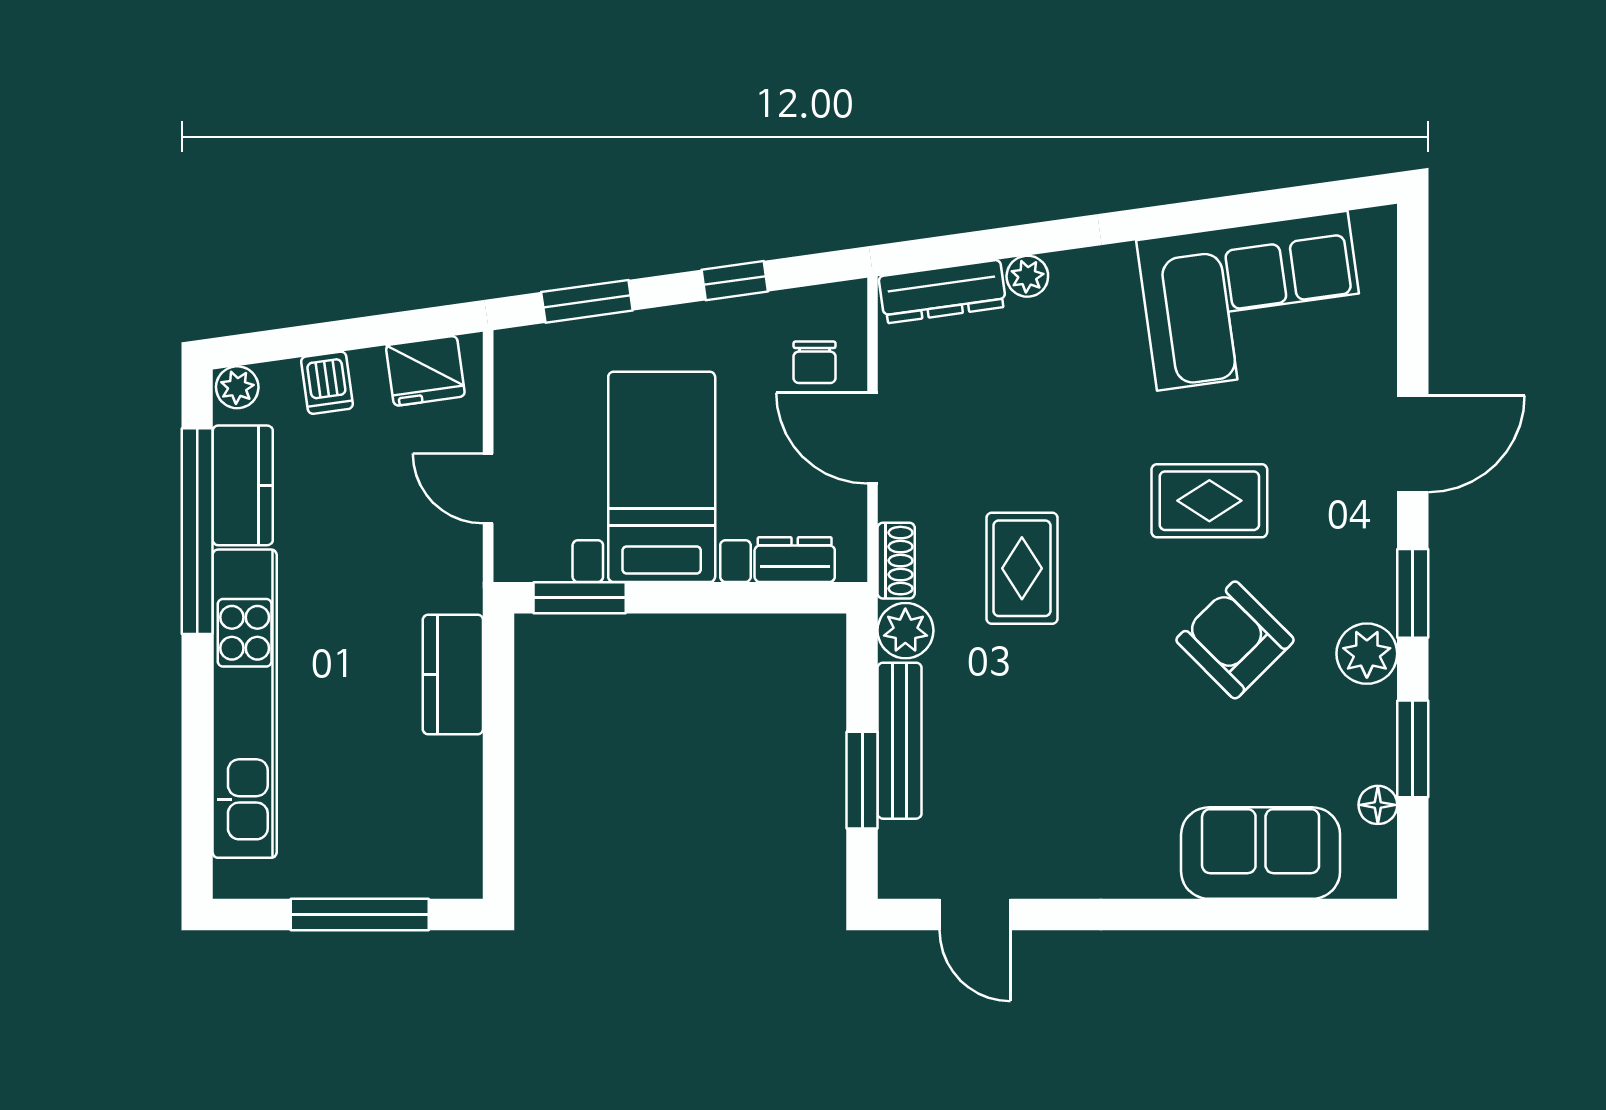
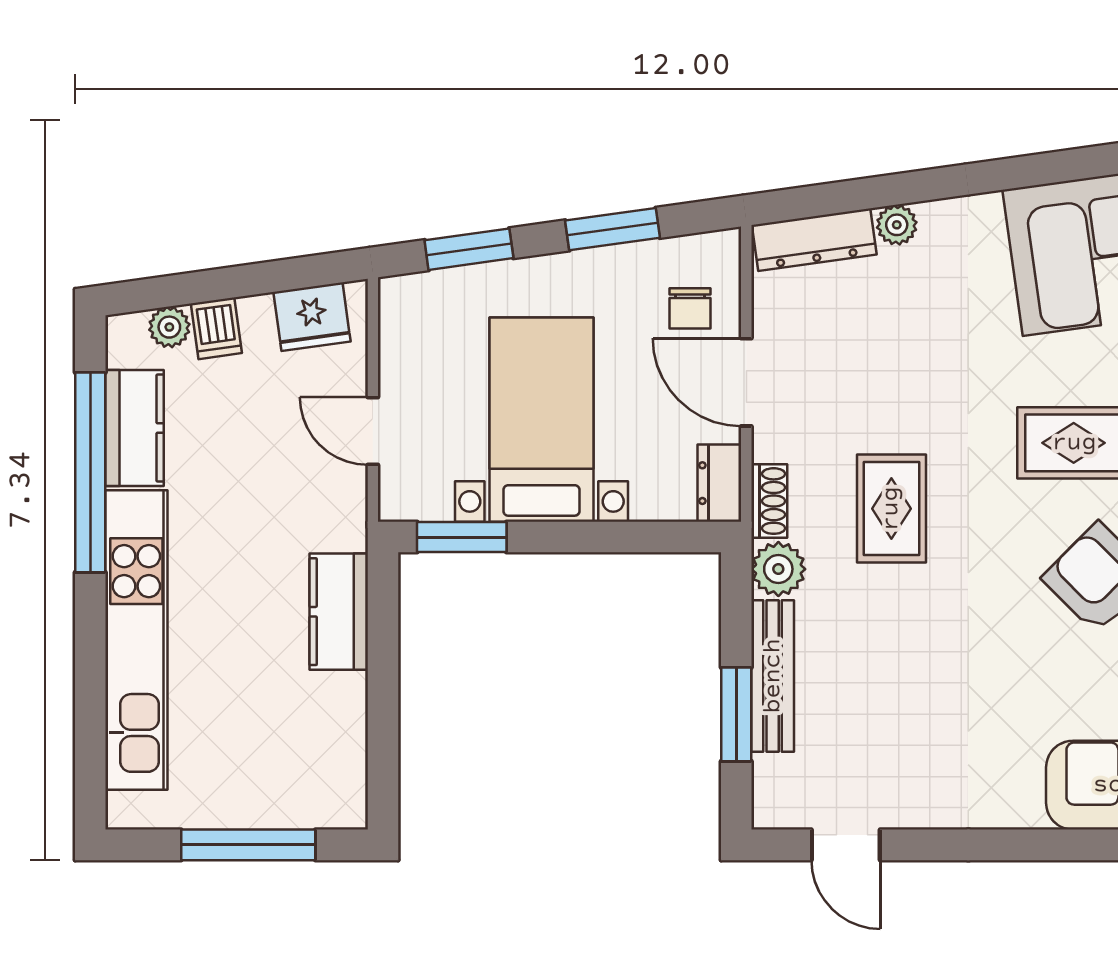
window: (735, 281) -> (612, 229), width x1.50
plant: (237, 387) -> (169, 327), moved
dresser: (795, 560) -> (719, 483), moved, turned -90

